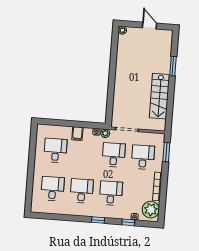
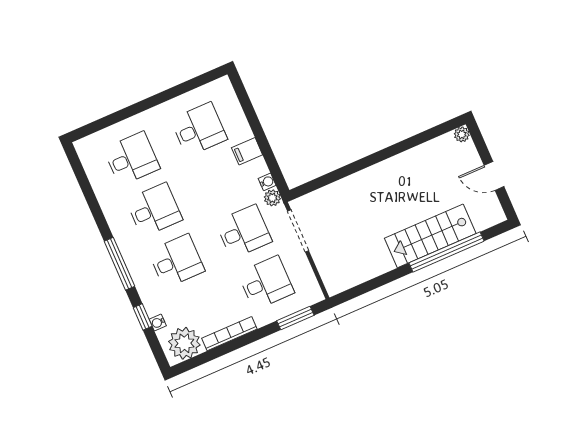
door: (149, 26) -> (494, 176), swing flipped
window: (173, 66) -> (446, 252), width x2.11
stairs: (159, 96) -> (430, 236), moved
window: (98, 220) -> (119, 264), width x2.17

